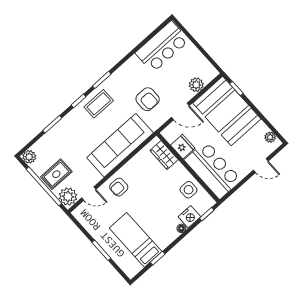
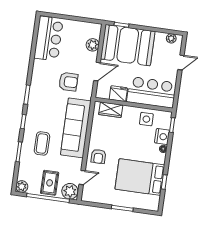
coffee table: (99, 104) -> (42, 143), moved
bed: (136, 240) -> (140, 177), width x1.50

